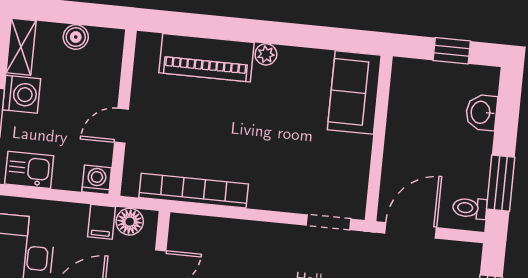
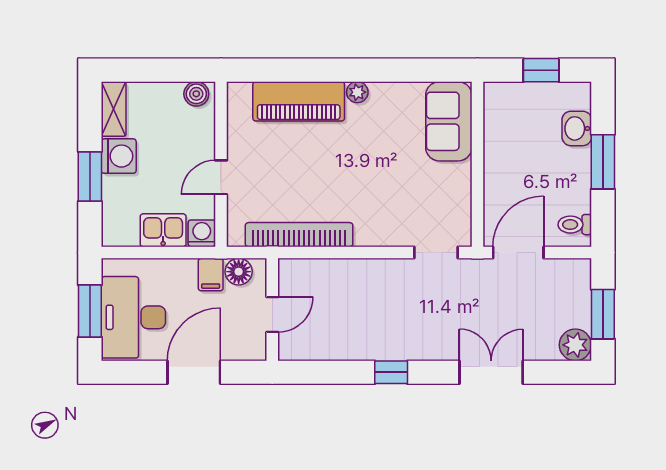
boiler: (76, 37) -> (196, 94), moved
kitchen sink: (29, 170) -> (163, 230), moved
window: (501, 183) -> (603, 162), moved

